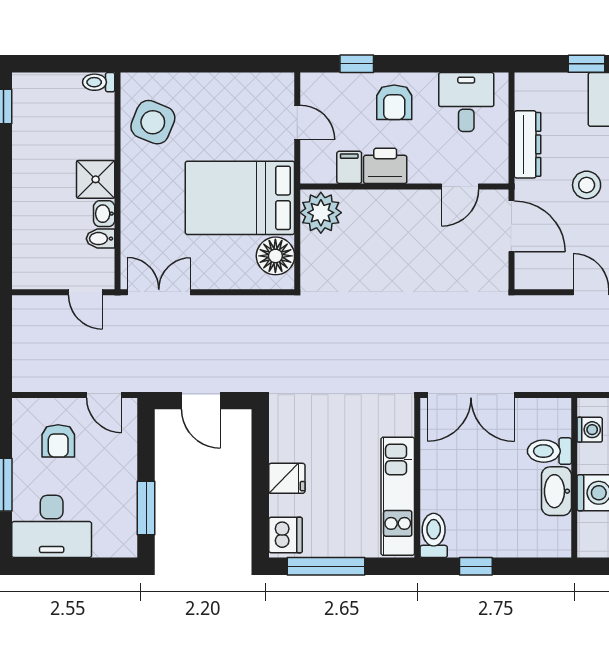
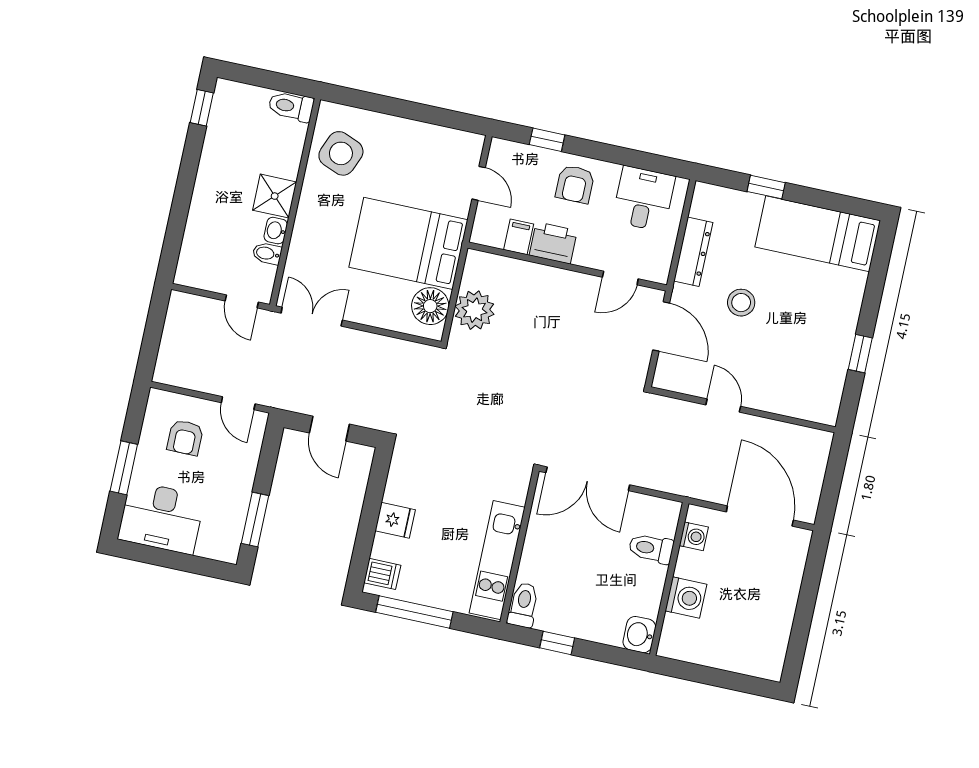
toilet: (99, 82) -> (291, 106), width x1.37, depth x1.39
plant: (321, 213) -> (475, 310), moved
washbasin: (556, 491) -> (639, 635), moved, width x0.72
dishwasher: (285, 535) -> (382, 574), width x0.73

